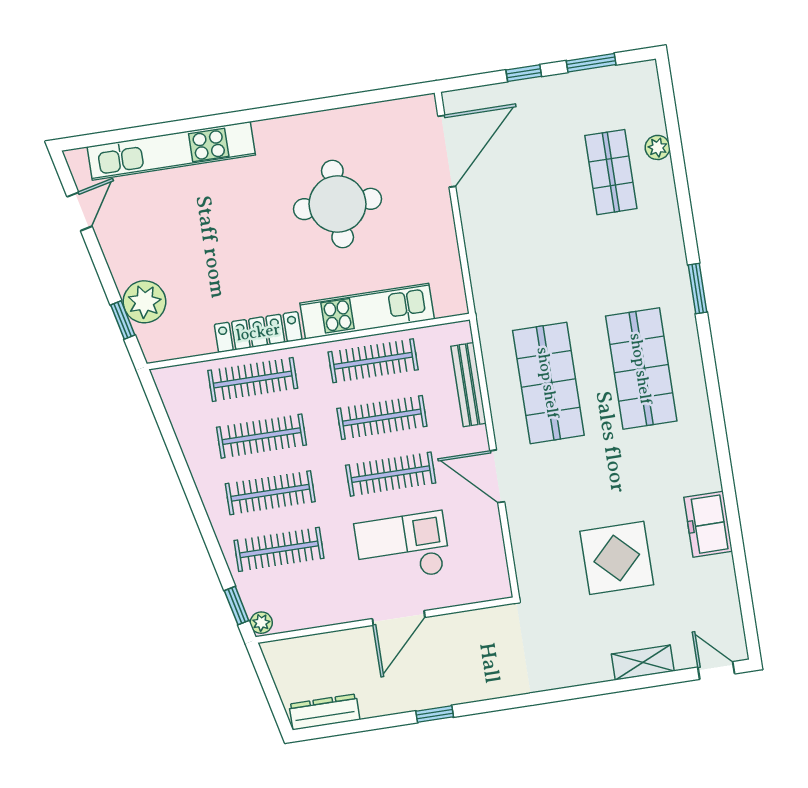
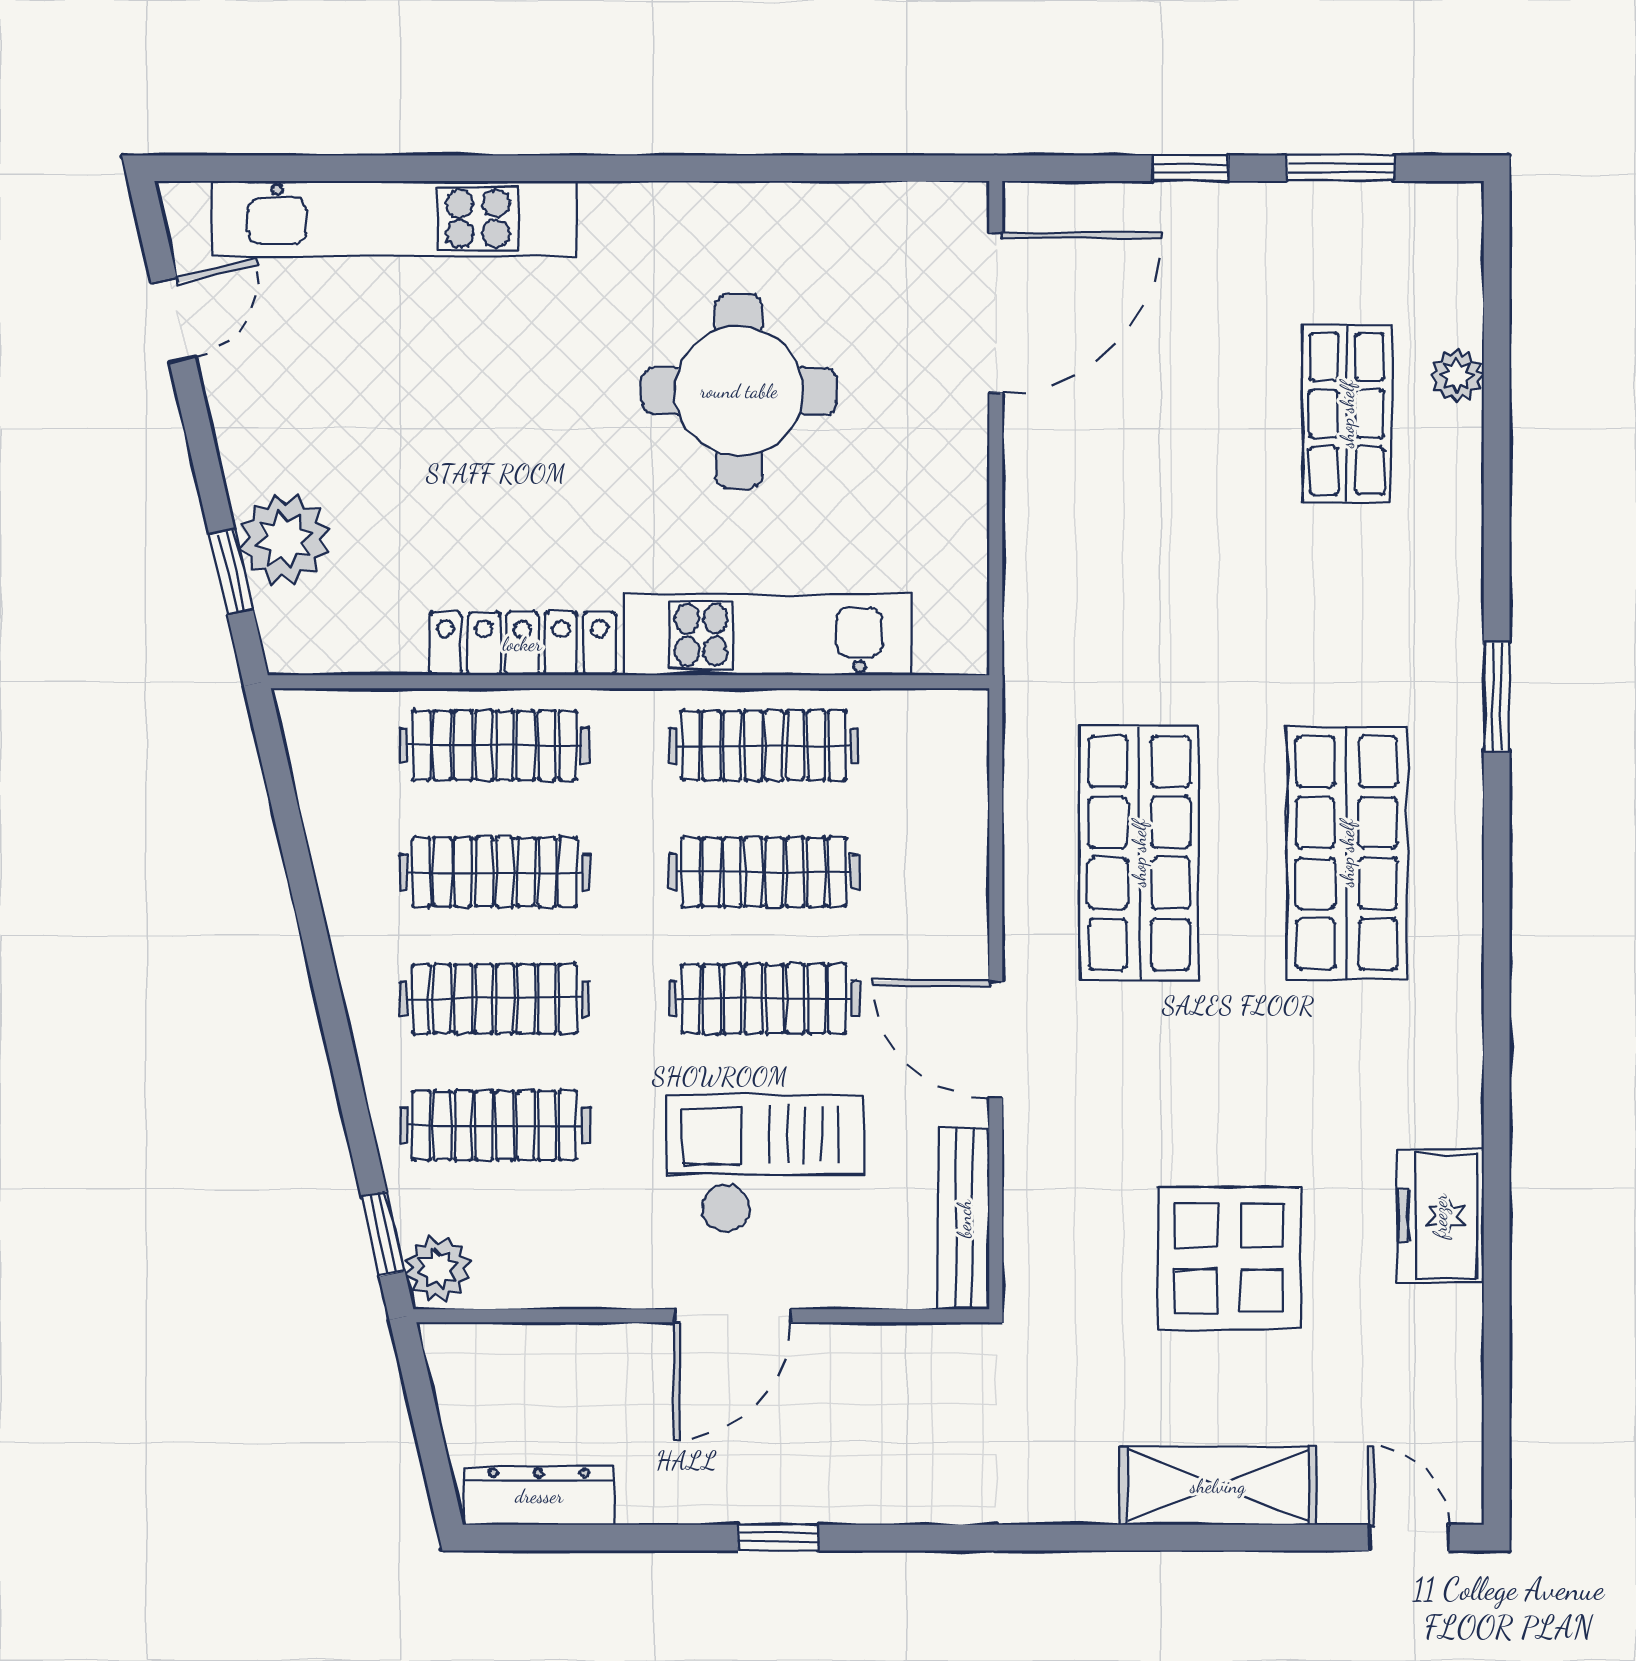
bench: (469, 385) -> (964, 1219), moved
plant: (261, 623) -> (438, 1269), width x1.38, depth x1.38
shelving: (643, 663) -> (1218, 1486), width x1.50, depth x1.33

